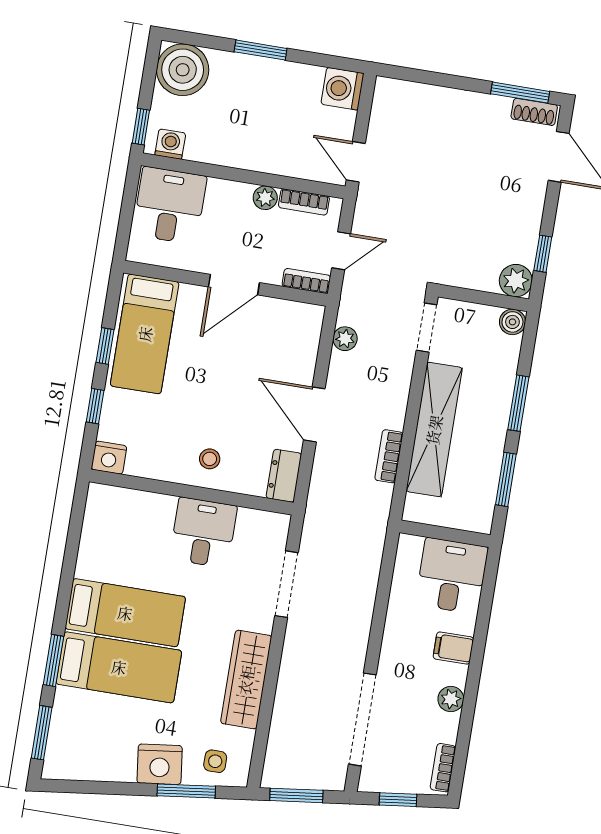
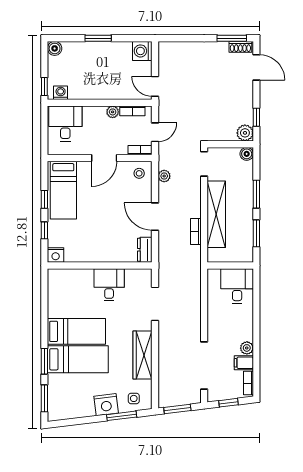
boiler: (183, 70) -> (55, 48), width x0.54, depth x0.54
stool: (210, 459) -> (139, 173), moved
filing cabinet: (453, 648) -> (244, 363), moved

